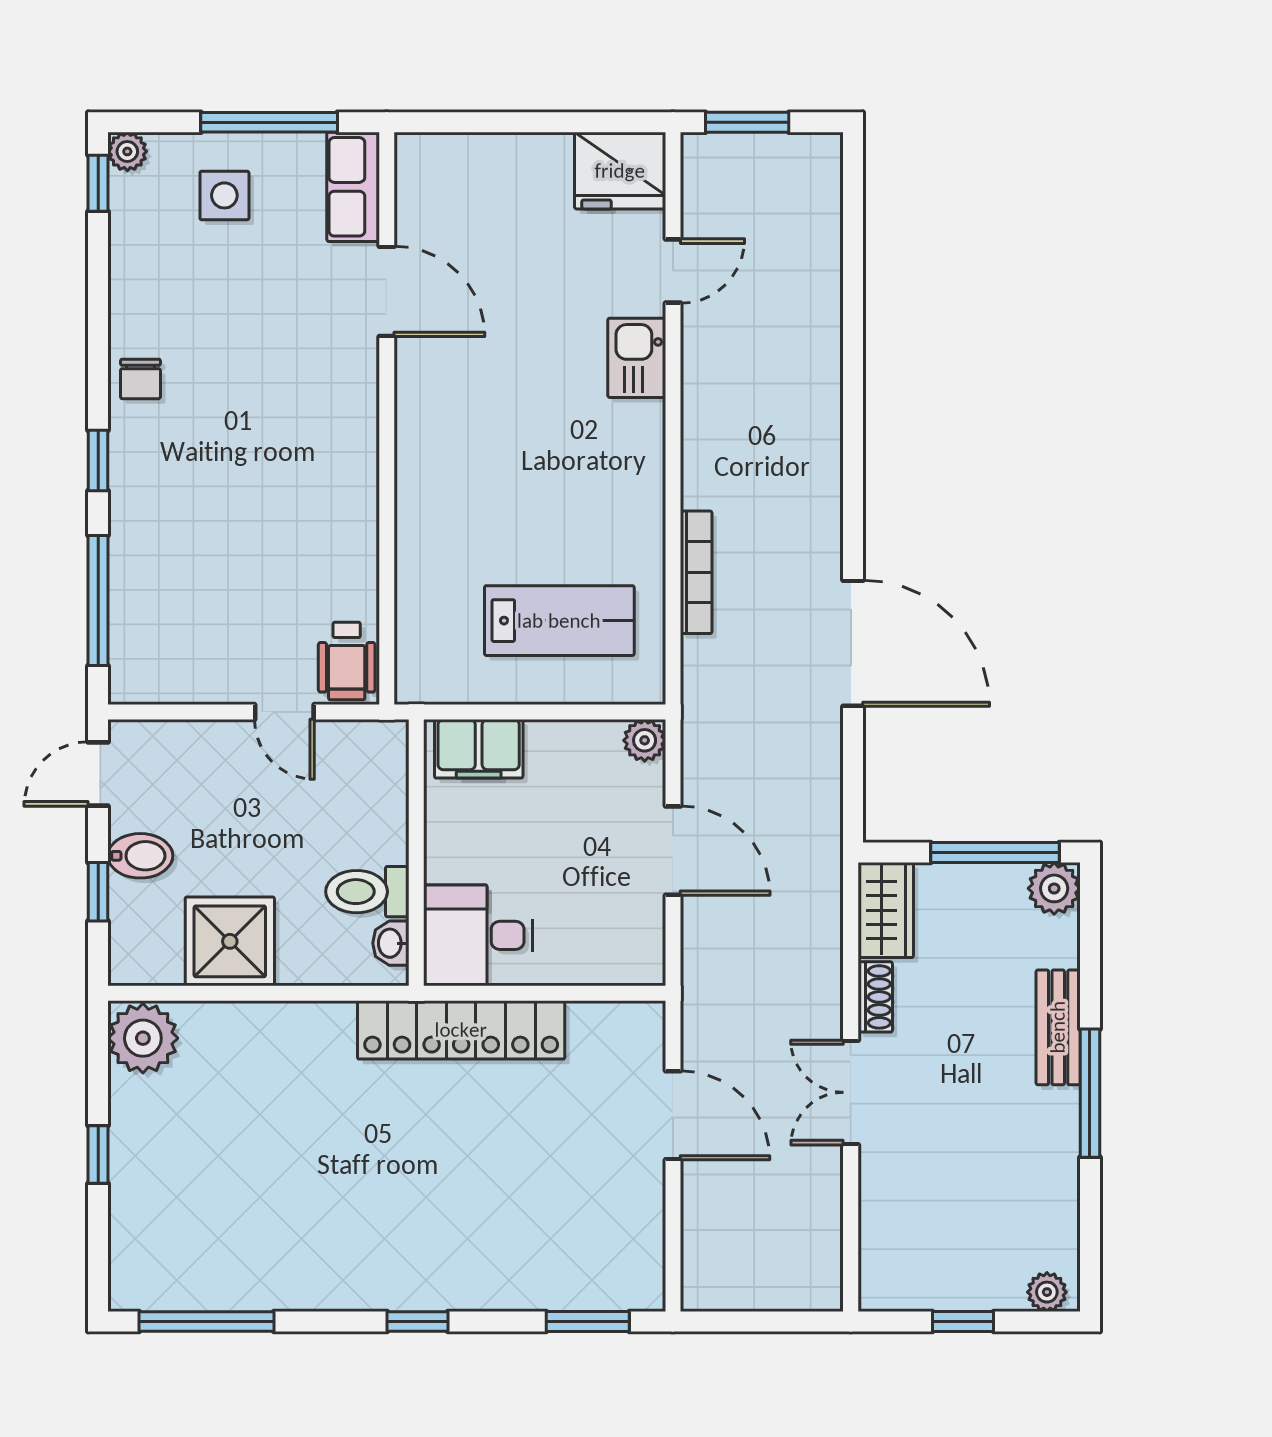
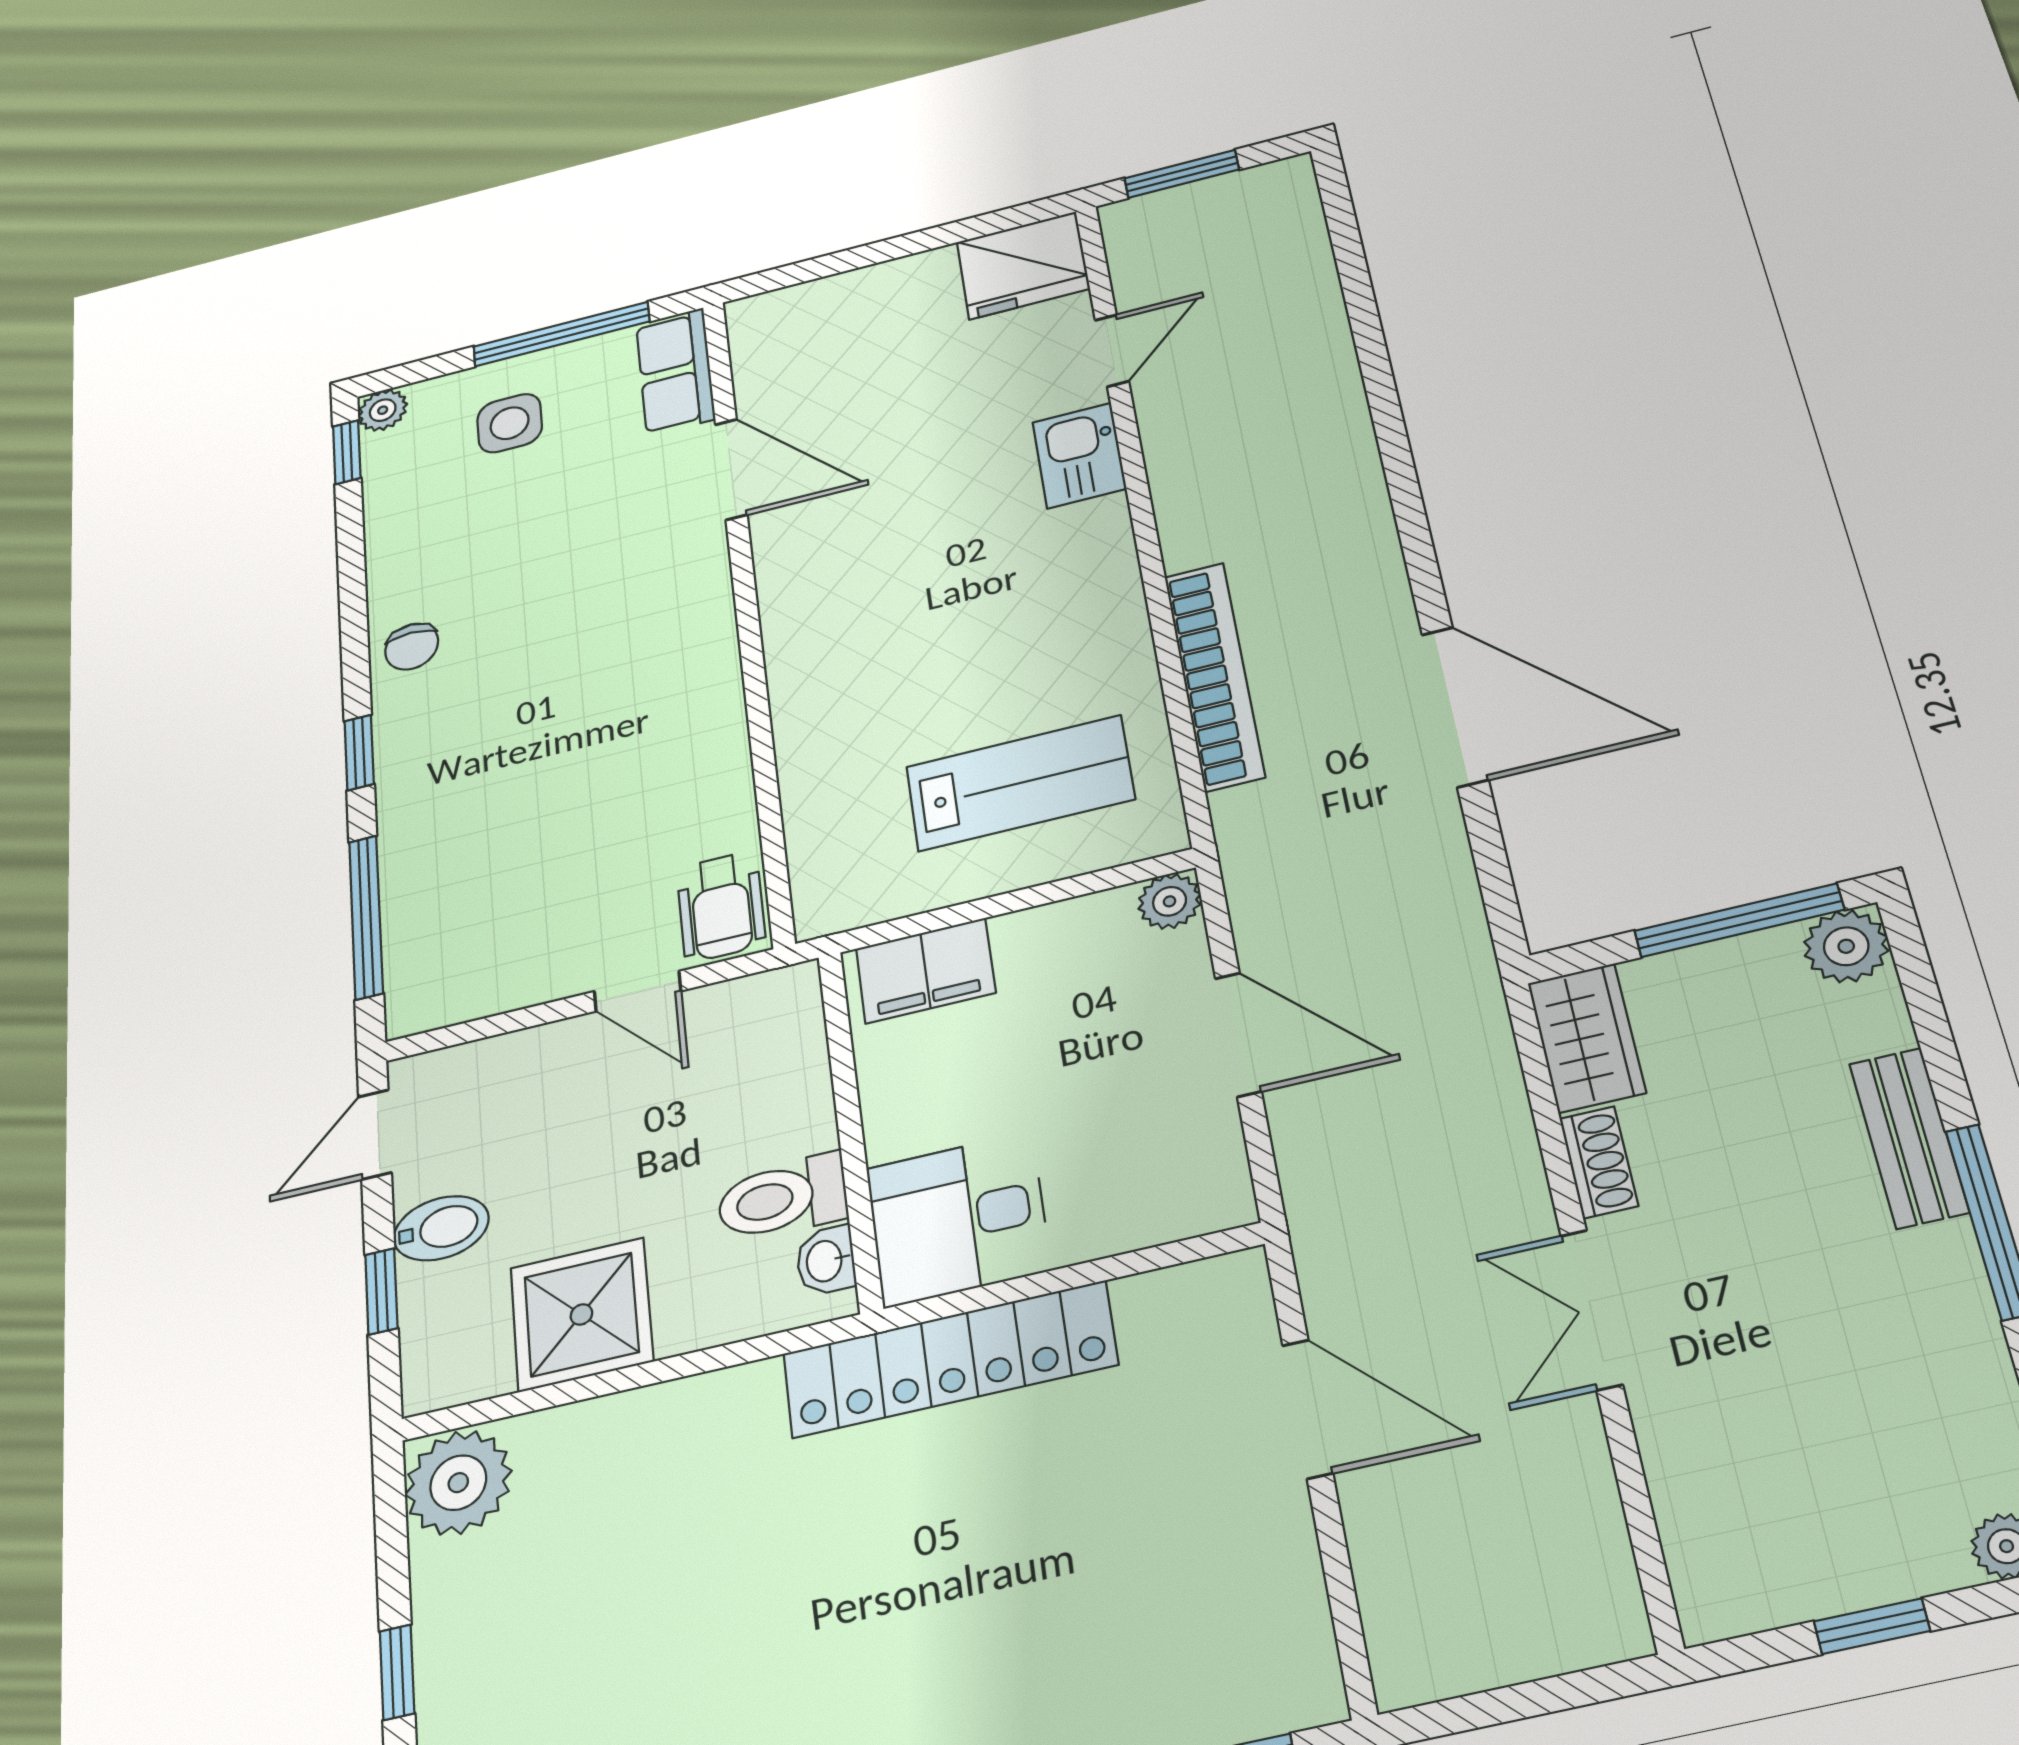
bookcase: (696, 572) -> (1214, 676), width x1.48, depth x1.31

